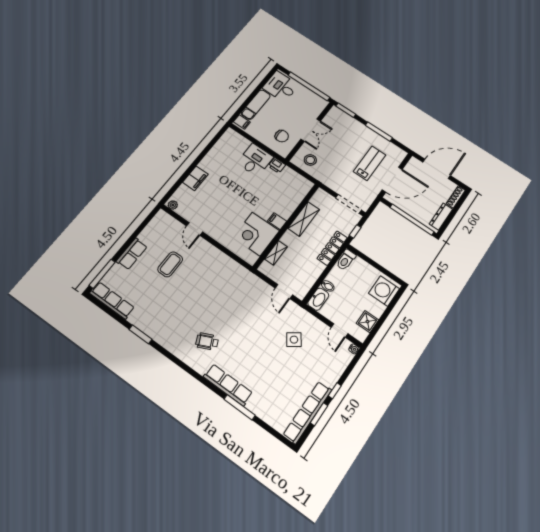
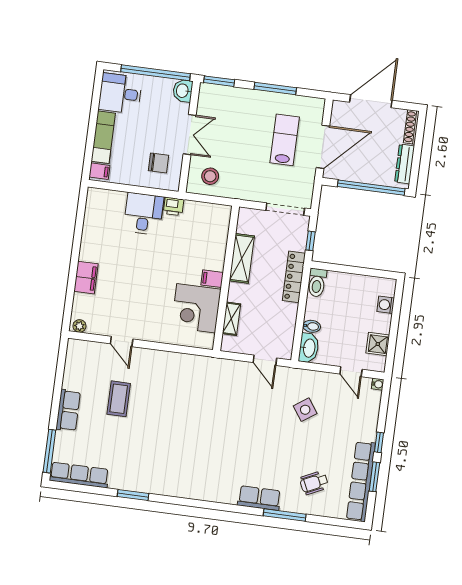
washbasin: (320, 104) -> (183, 91), added
washing machine: (384, 291) -> (386, 305), width x0.53, depth x0.53
wheelchair: (207, 341) -> (314, 483), moved
row of seats: (228, 385) -> (259, 498), width x0.68

